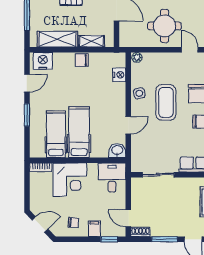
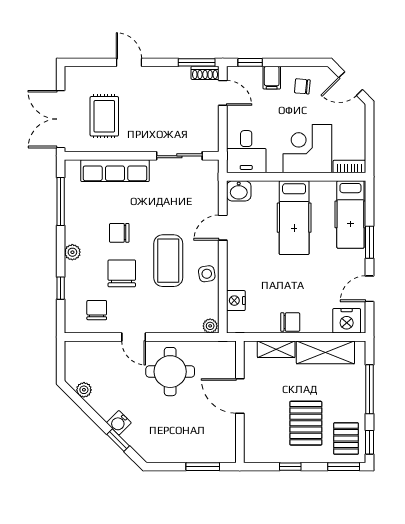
hospital bed: (56, 134) -> (350, 214), moved
window: (165, 239) -> (197, 62), moved

